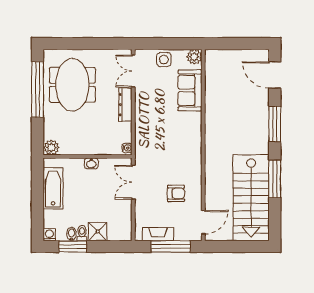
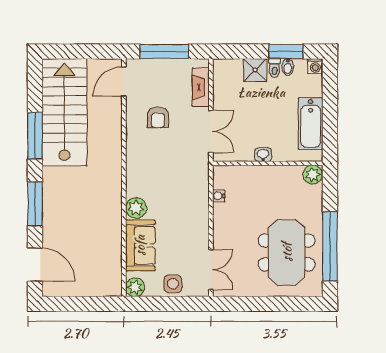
dresser: (125, 105) -> (221, 228), removed
plant: (193, 121) -> (136, 208), added
water cooler: (127, 148) -> (219, 196), moved
armchair: (176, 193) -> (158, 117), turned -90
fireplace: (158, 234) -> (201, 87), moved, turned 90

